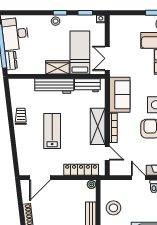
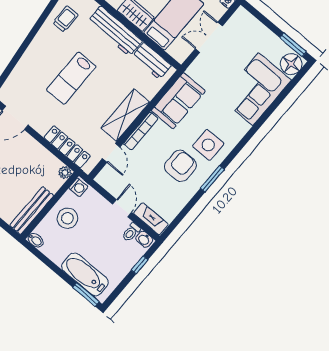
double door: (107, 58) -> (209, 37), moved
trolley: (21, 116) -> (65, 19), moved
lab bench: (52, 131) -> (71, 78), turned 180
washing machine: (105, 186) -> (78, 187), added

